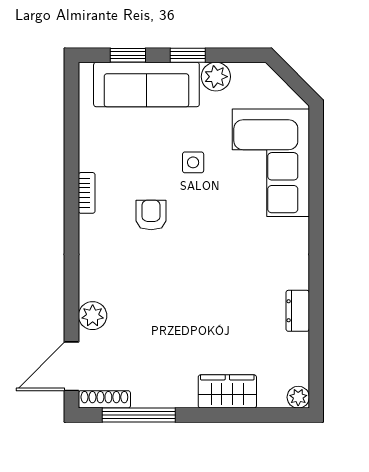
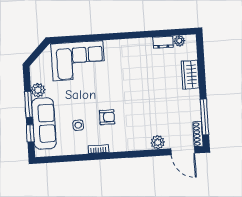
window: (188, 55) -> (28, 104), width x1.50
side table: (193, 162) -> (78, 125), moved
armchair: (151, 215) -> (107, 117), turned 180
dresser: (298, 311) -> (163, 42), moved
plant: (298, 397) -> (179, 41), moved

